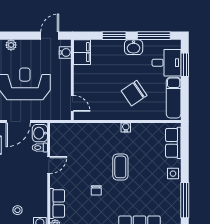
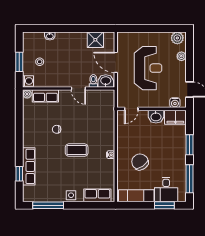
washbasin: (134, 47) -> (156, 117), moved, turned -90

